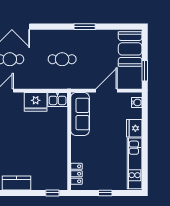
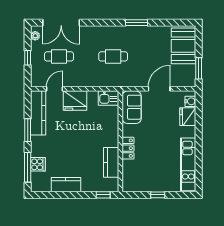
fridge: (36, 102) -> (75, 101), moved
sofa: (80, 114) -> (132, 107), width x0.73
fridge: (134, 128) -> (188, 117), moved
kitchen counter: (60, 161) -> (111, 162), added
locker: (77, 174) -> (128, 148), moved

